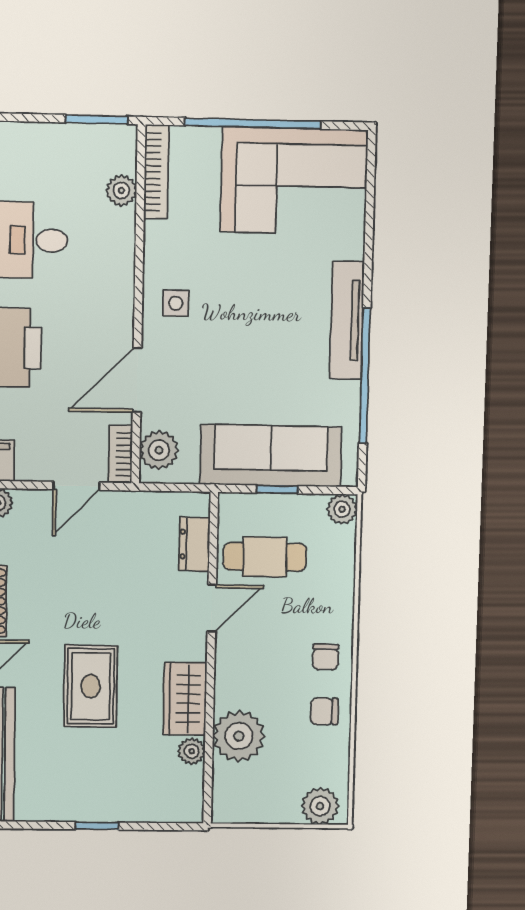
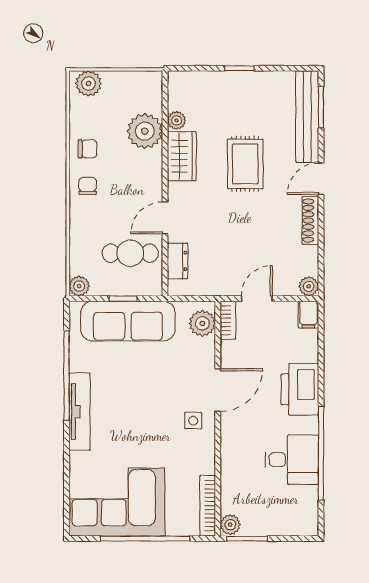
plant: (121, 191) -> (230, 525), moved
door: (137, 380) -> (218, 390), moved

